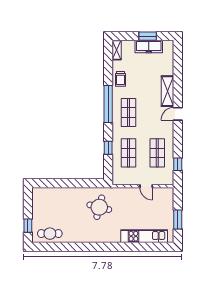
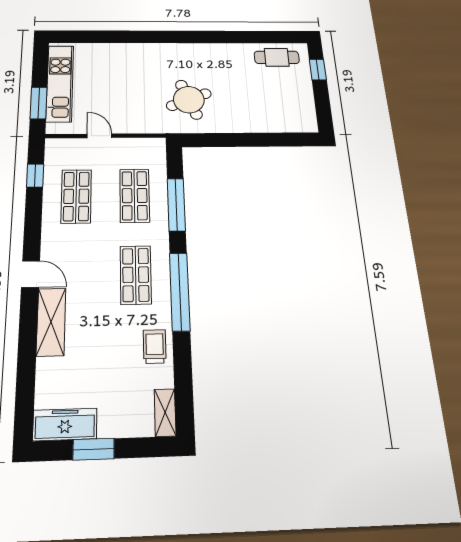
freezer: (149, 46) -> (65, 425), moved
door: (178, 114) -> (31, 274), hinge flipped
window: (108, 148) -> (176, 205), width x2.17
round table: (99, 207) -> (189, 100), turned -36
window: (178, 219) -> (39, 103), moved
kitchen unit: (144, 236) -> (60, 83), moved, turned -90

